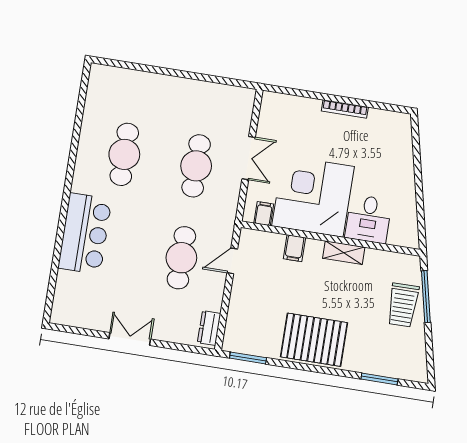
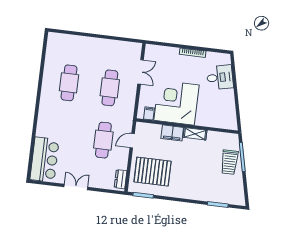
double door: (249, 158) -> (141, 72), moved
desk: (368, 219) -> (220, 77), moved, turned -103
bar counter: (85, 234) -> (45, 160), moved
filing cabinet: (294, 248) -> (172, 133), width x2.00
pallet: (314, 340) -> (153, 172), moved

